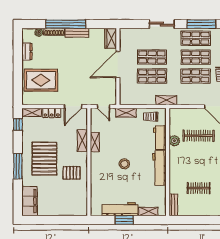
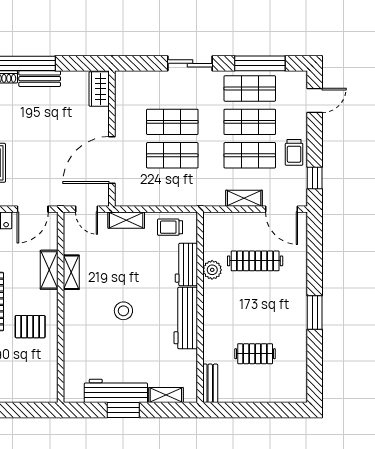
door: (118, 64) -> (112, 160), moved
shelving: (166, 100) -> (244, 198), moved

